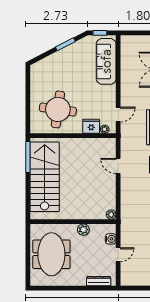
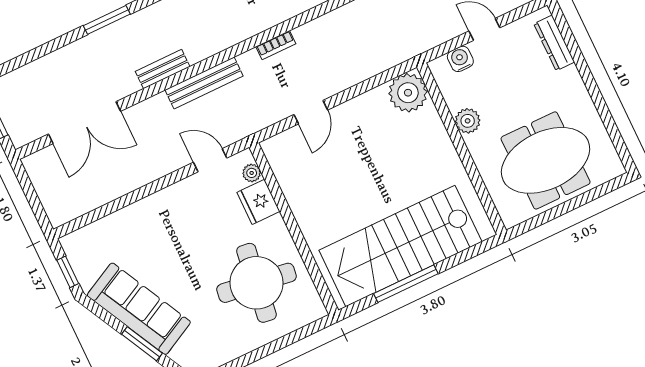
window: (65, 44) -> (142, 344), moved
sofa: (106, 61) -> (139, 309), moved, turned -117
window: (28, 157) -> (406, 284), moved
plant: (111, 214) -> (408, 93), width x1.87, depth x1.87

